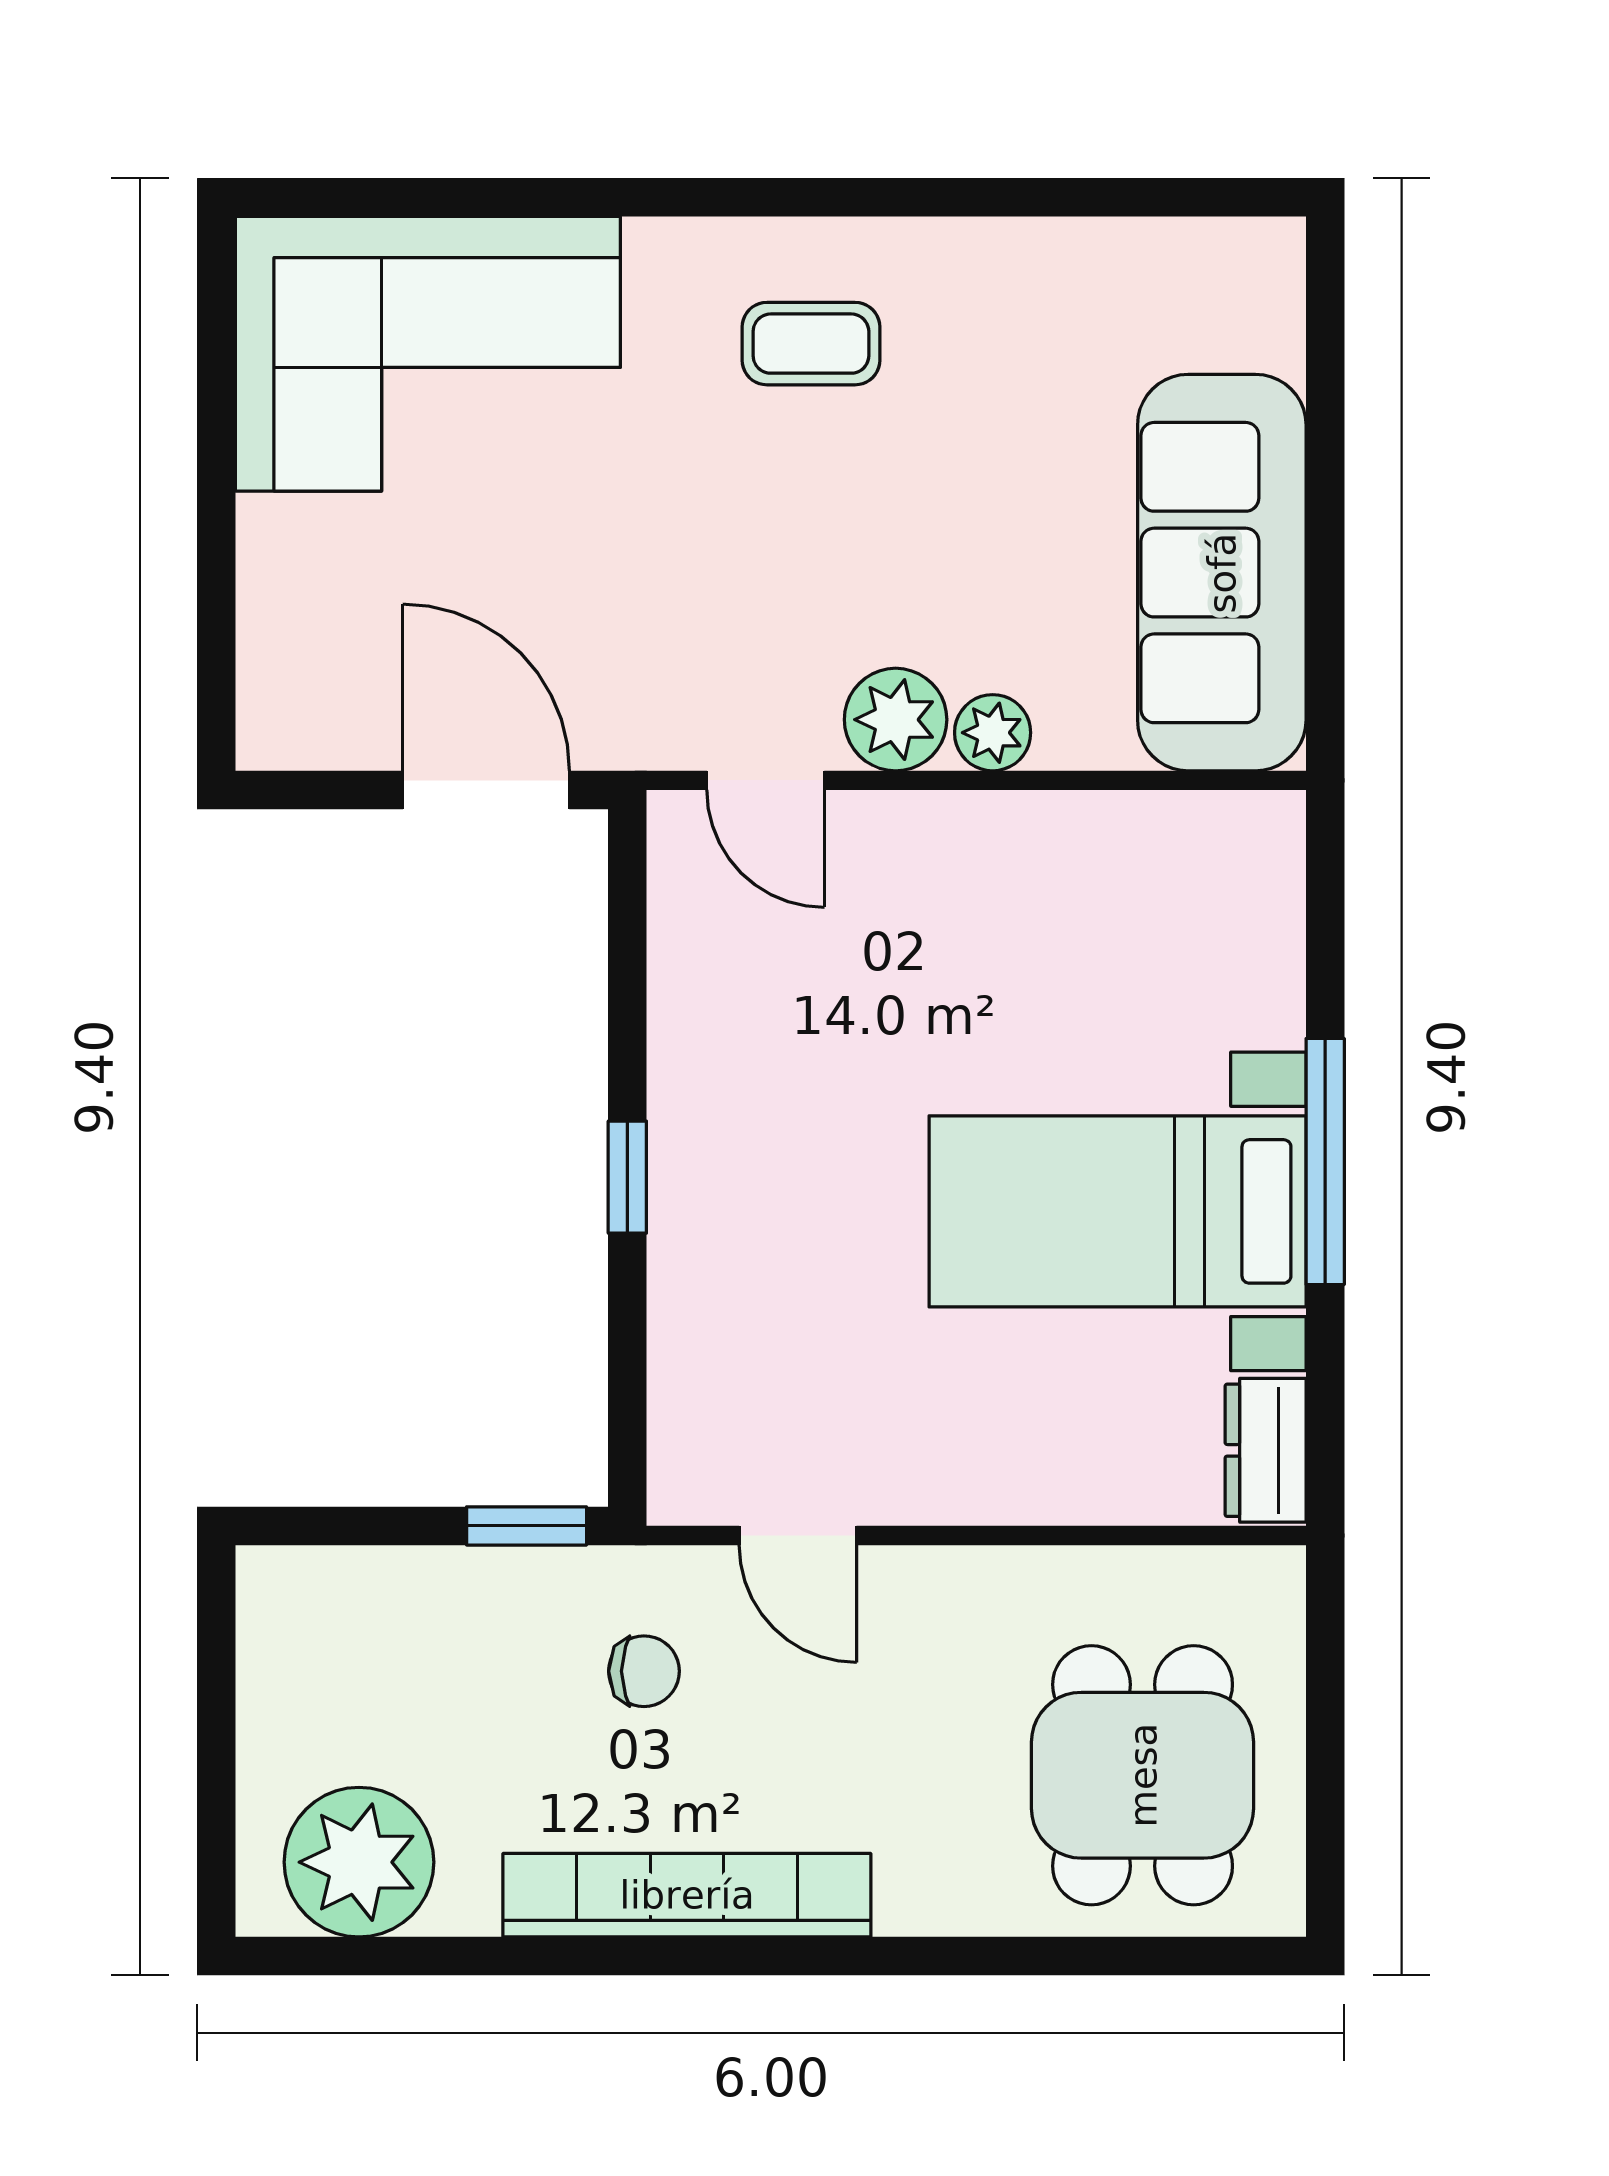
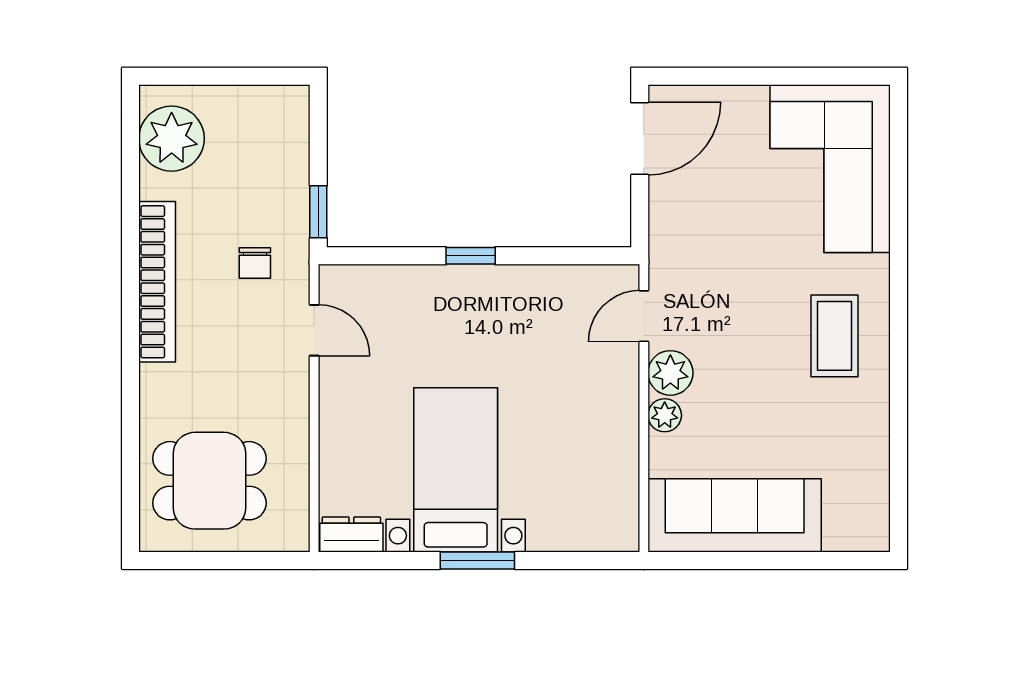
coffee table: (811, 344) -> (835, 336), width x1.36, depth x1.30
door: (486, 790) -> (640, 139), moved
window: (1325, 1162) -> (477, 560), width x0.69
door: (798, 1536) -> (314, 330), swing flipped

